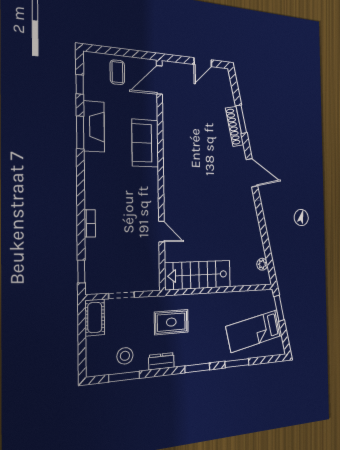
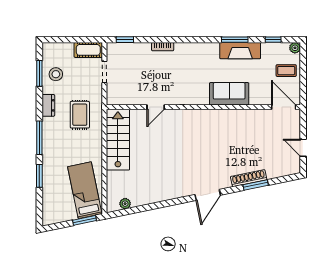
plant: (90, 58) -> (295, 48), added
bed: (254, 331) -> (85, 190), moved
window: (197, 368) -> (39, 138), width x1.44

